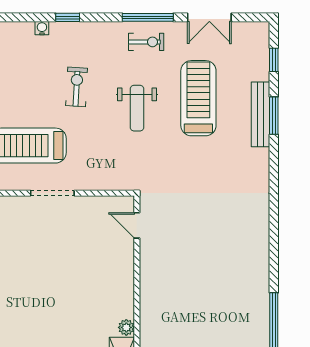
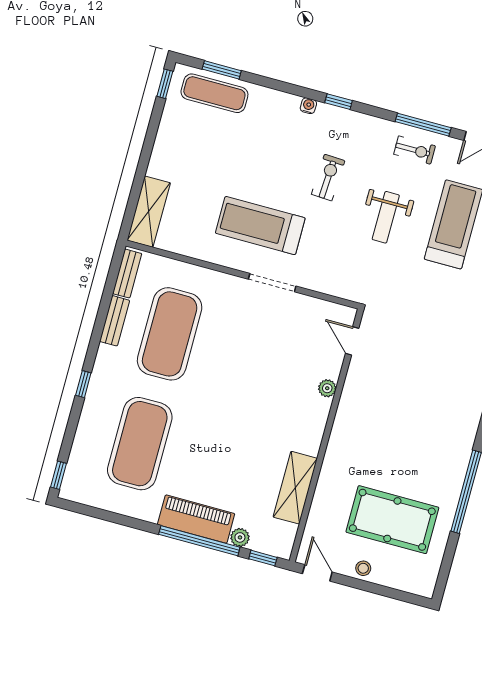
plant: (126, 327) -> (327, 388), moved

